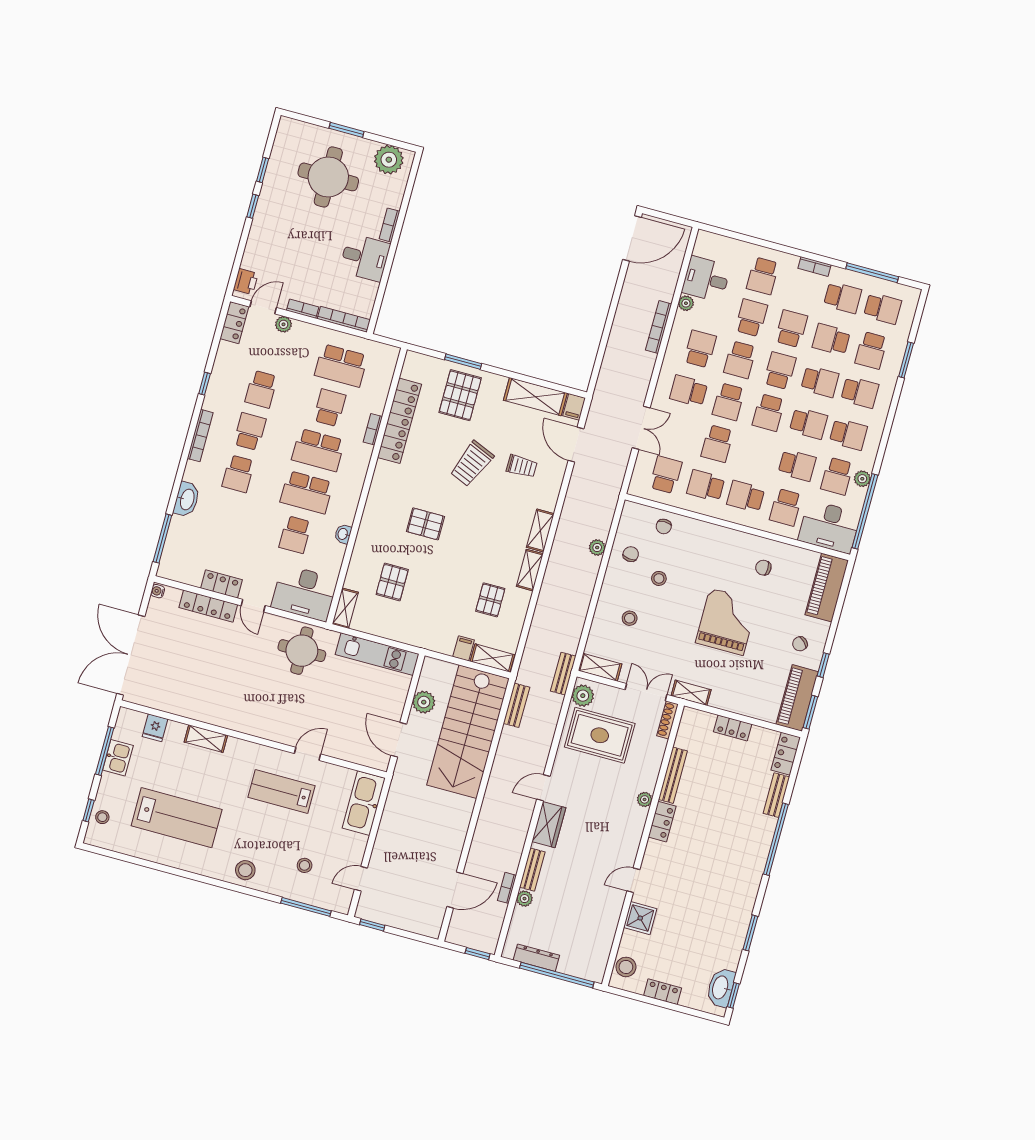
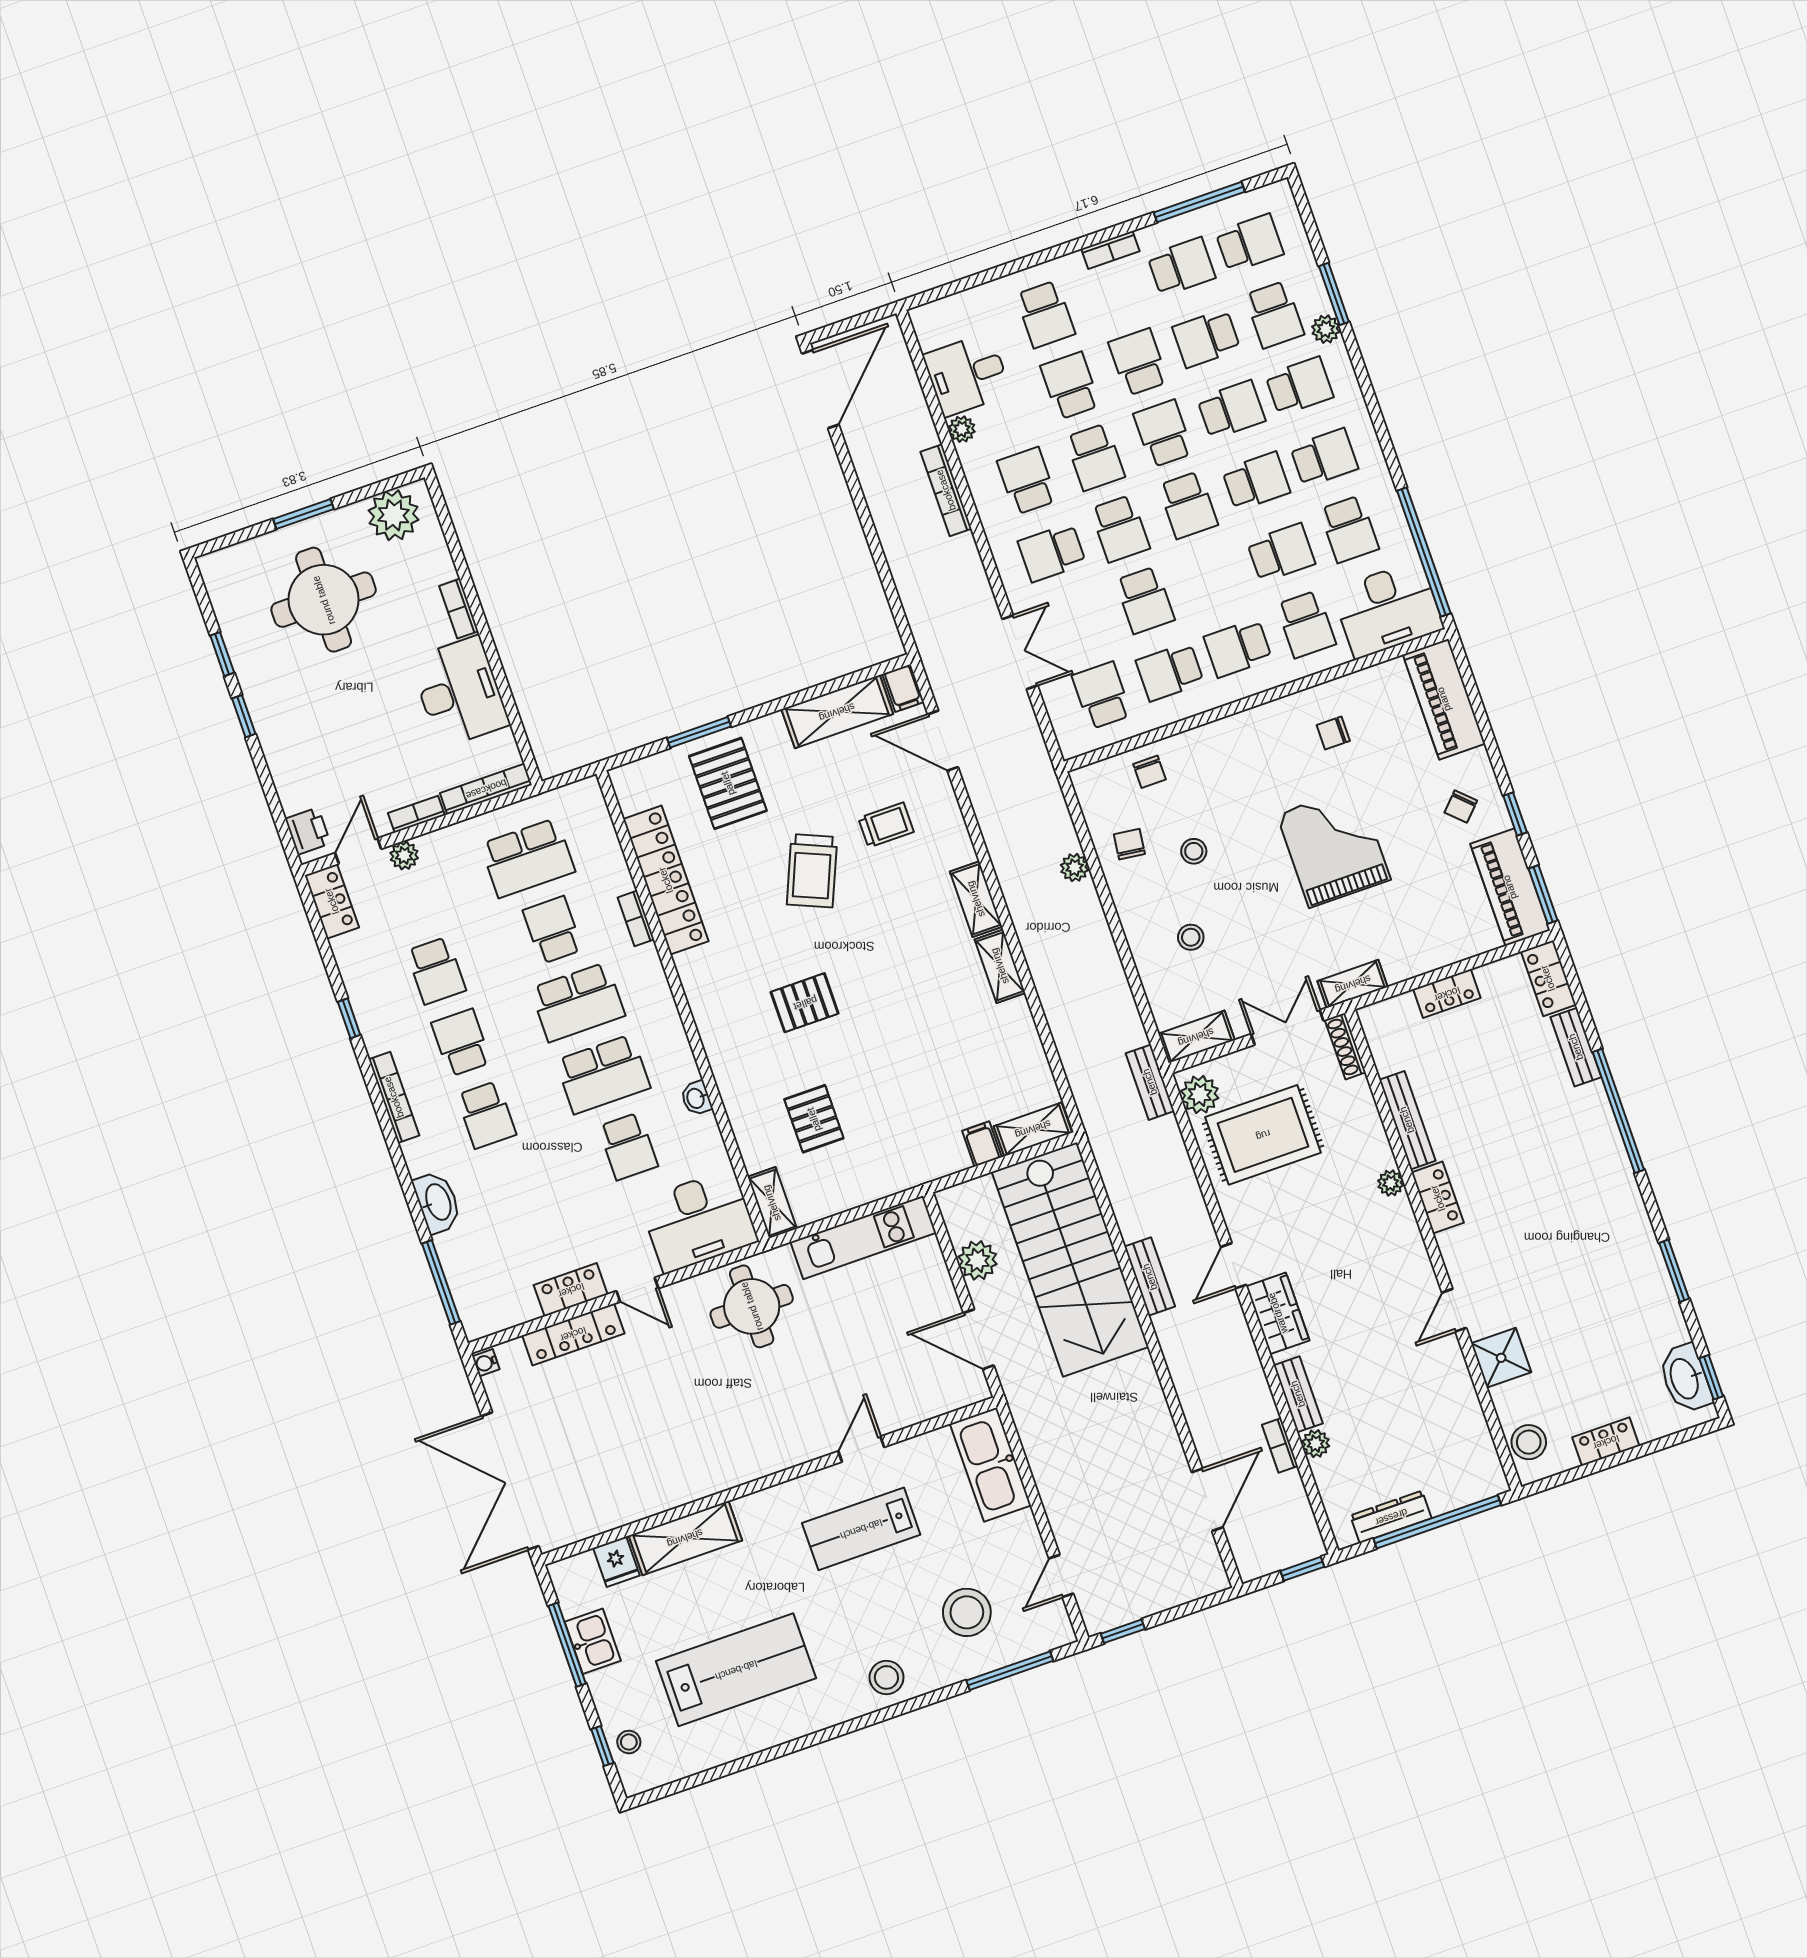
desk: (365, 258) -> (460, 692), width x1.37
plant: (862, 479) -> (1326, 329), moved
pallet: (490, 600) -> (973, 1048), removed
bench: (516, 705) -> (1150, 1277), moved
shelving: (206, 739) -> (685, 1538), width x1.50, depth x1.33
stool: (305, 865) -> (967, 1612), width x1.89, depth x1.89

